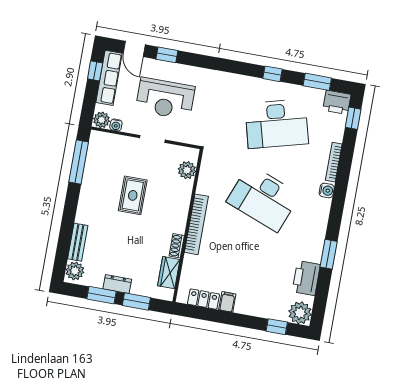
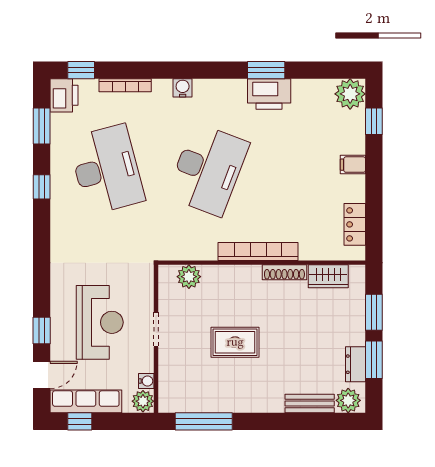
bookcase: (334, 162) -> (125, 85), moved
shoe rack: (177, 246) -> (284, 272), width x1.43
printer: (306, 278) -> (269, 94), moved
dresser: (117, 284) -> (356, 364), moved
filing cabinet: (227, 302) -> (353, 165), moved

